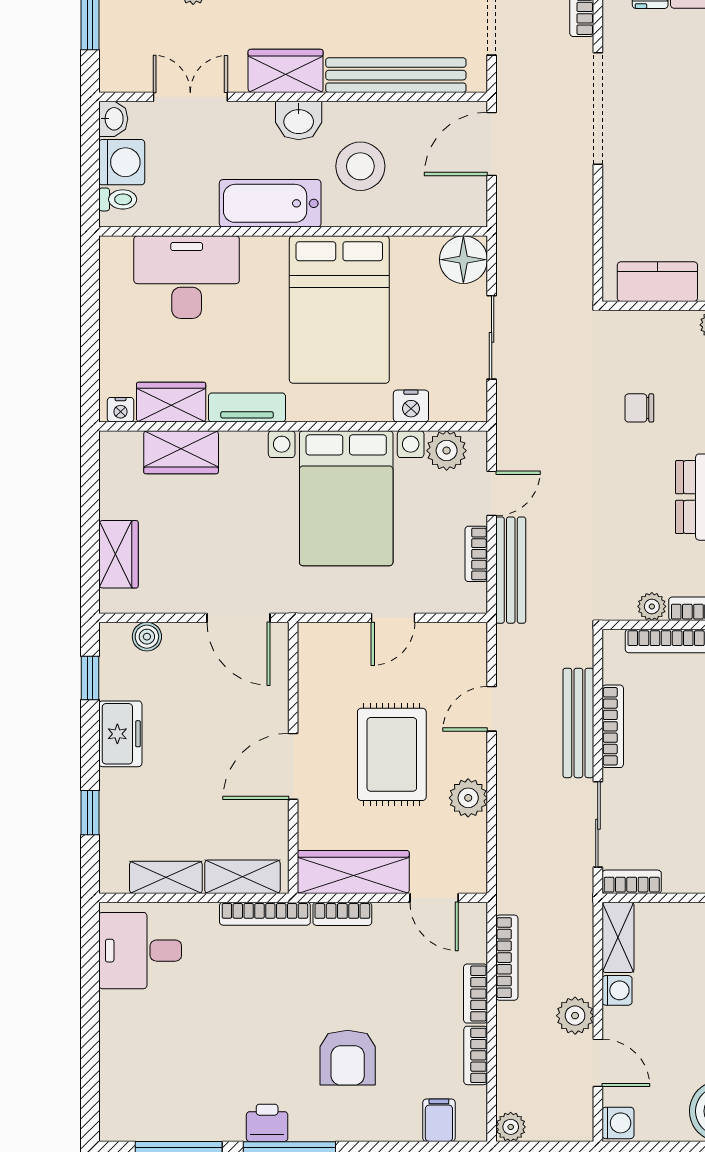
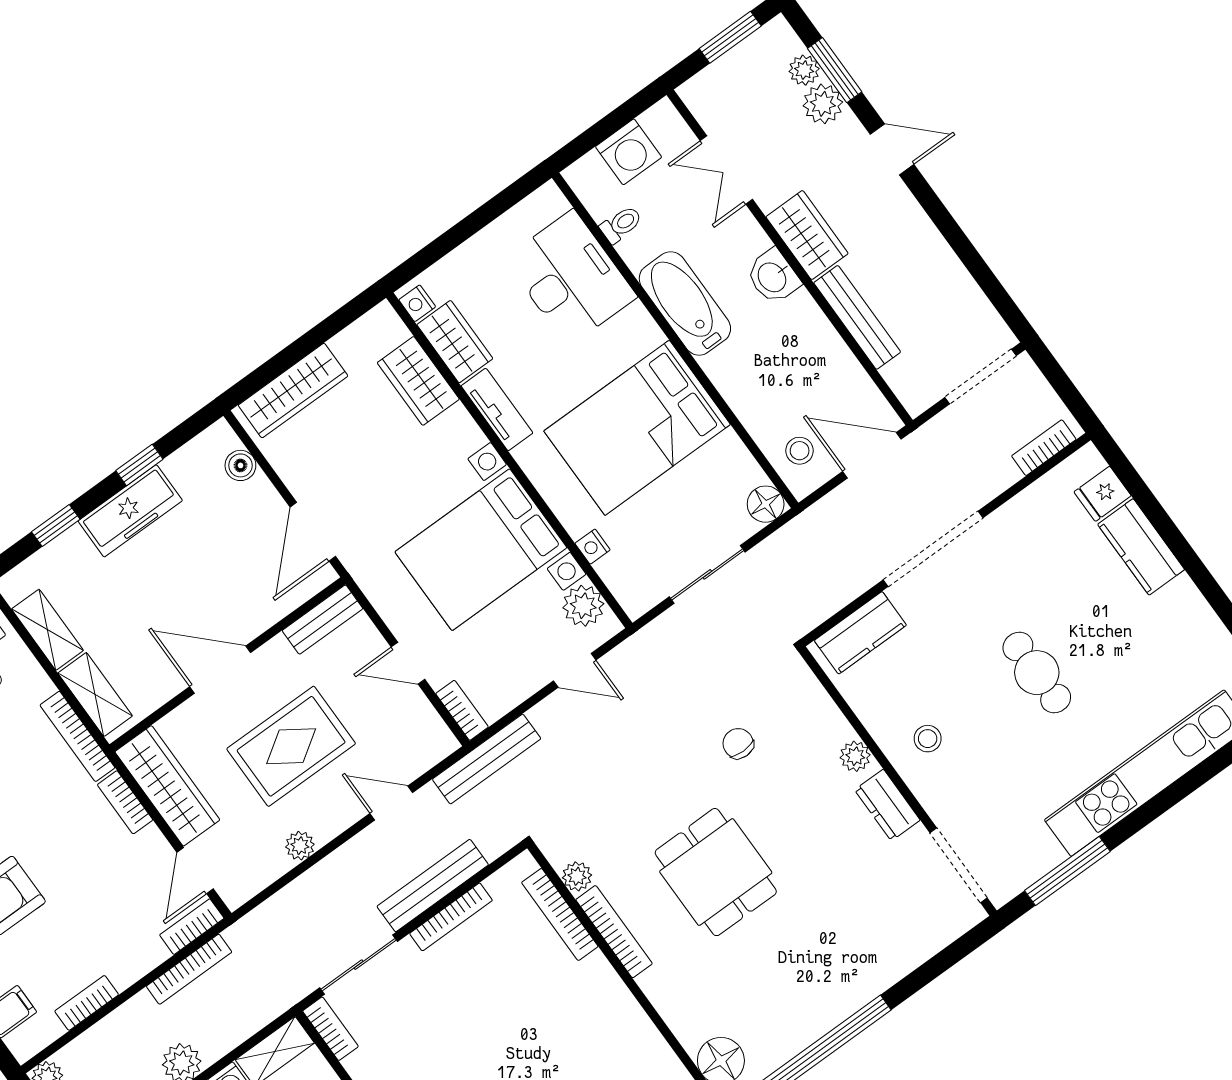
bench: (396, 75) -> (857, 317), width x0.73, depth x0.82
double door: (190, 97) -> (726, 170), swing flipped
doorway: (598, 108) -> (933, 549), moved
washbasin: (113, 119) -> (660, 118), removed
stool: (360, 166) -> (800, 451), moved, width x0.53, depth x0.53
toilet: (118, 199) -> (621, 224), moved, turned -90
floor lamp: (463, 260) -> (766, 504), width x0.73, depth x0.73
kitchen counter: (657, 282) -> (860, 633), moved, turned 90
nightstand: (411, 406) -> (593, 547), width x0.72, depth x0.74
wardrobe: (118, 554) -> (293, 391), width x1.50
bookcase: (476, 554) -> (462, 710), moved, turned 90
bench: (511, 570) -> (487, 759), moved
bench: (312, 659) -> (323, 620), added
window: (90, 678) -> (139, 465), moved
freezer: (120, 734) -> (130, 511), width x1.40
plant: (468, 798) -> (300, 846), width x0.73, depth x0.73
bookcase: (475, 994) -> (192, 927), moved

